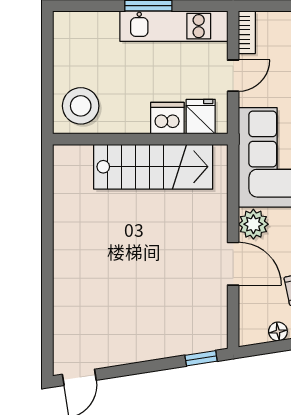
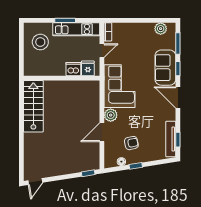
stool: (81, 106) -> (40, 42), moved
stairs: (153, 167) -> (33, 106), moved, turned -90
door: (233, 264) -> (102, 132), swing flipped

